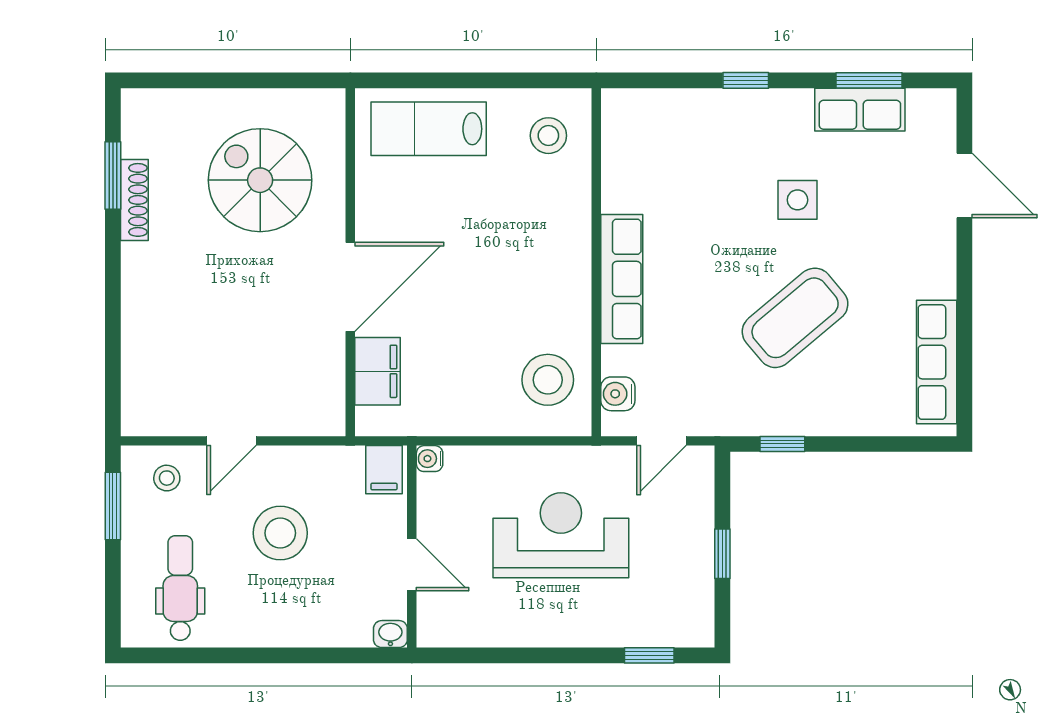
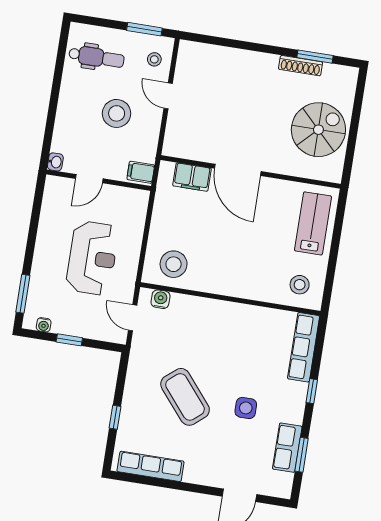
spiral stairs: (260, 180) -> (318, 130), moved
row of seats: (622, 279) -> (304, 347), moved, turned 90
window: (782, 444) -> (115, 417), moved
water cooler: (430, 459) -> (44, 325), moved, turned 180
window: (649, 655) -> (23, 294), width x1.50

